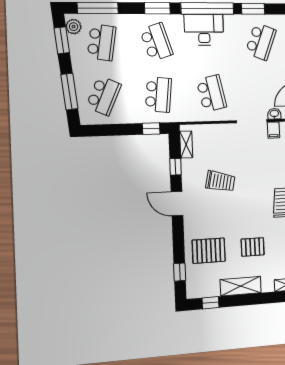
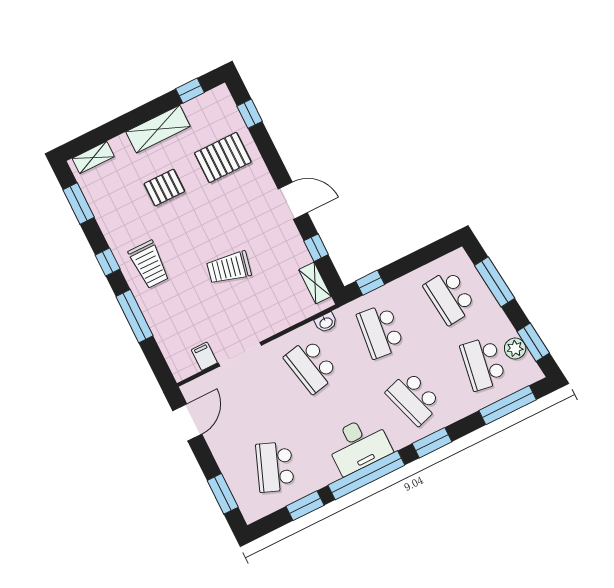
plant: (74, 27) -> (515, 349), moved
school desk: (104, 96) -> (450, 297), turned -30
washbasin: (274, 114) -> (326, 323), moved
trolley: (220, 181) -> (229, 268), moved

